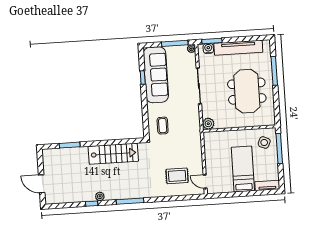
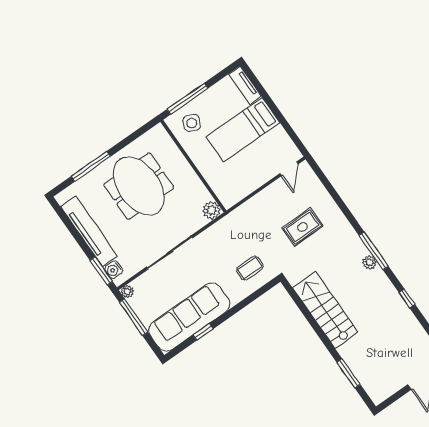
meeting table: (247, 91) -> (139, 186), turned 90
rug: (177, 176) -> (303, 227), moved, turned 90
plant: (100, 196) -> (369, 262), moved

